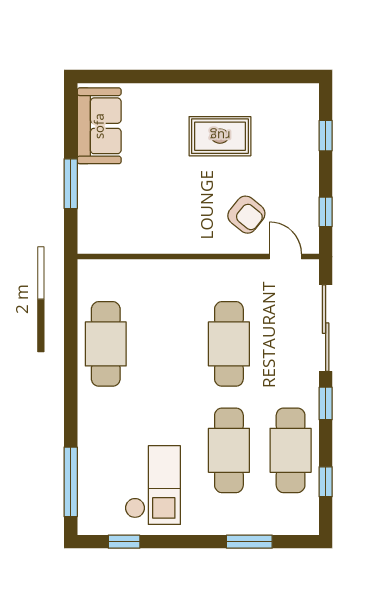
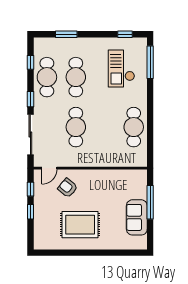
sofa: (99, 126) -> (137, 217), moved
rug: (220, 136) -> (80, 225), width x1.36, depth x1.43
window: (326, 136) -> (30, 212), moved
window: (71, 184) -> (150, 202), width x1.44
door: (285, 257) -> (49, 168), hinge flipped
checkout: (153, 485) -> (121, 68), moved

